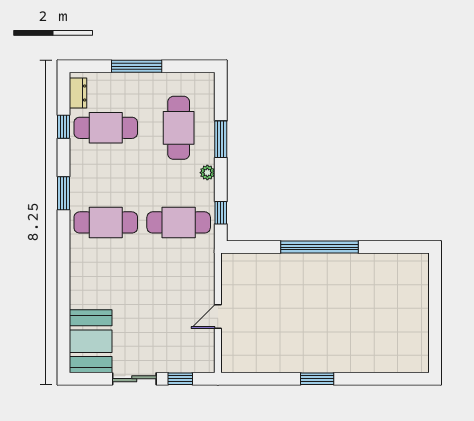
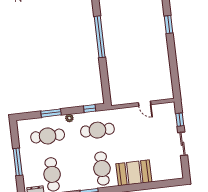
cafe table: (179, 222) -> (97, 130), turned 90
window: (320, 247) -> (100, 37), moved
booth: (91, 341) -> (134, 173), moved
window: (317, 379) -> (169, 24), moved

